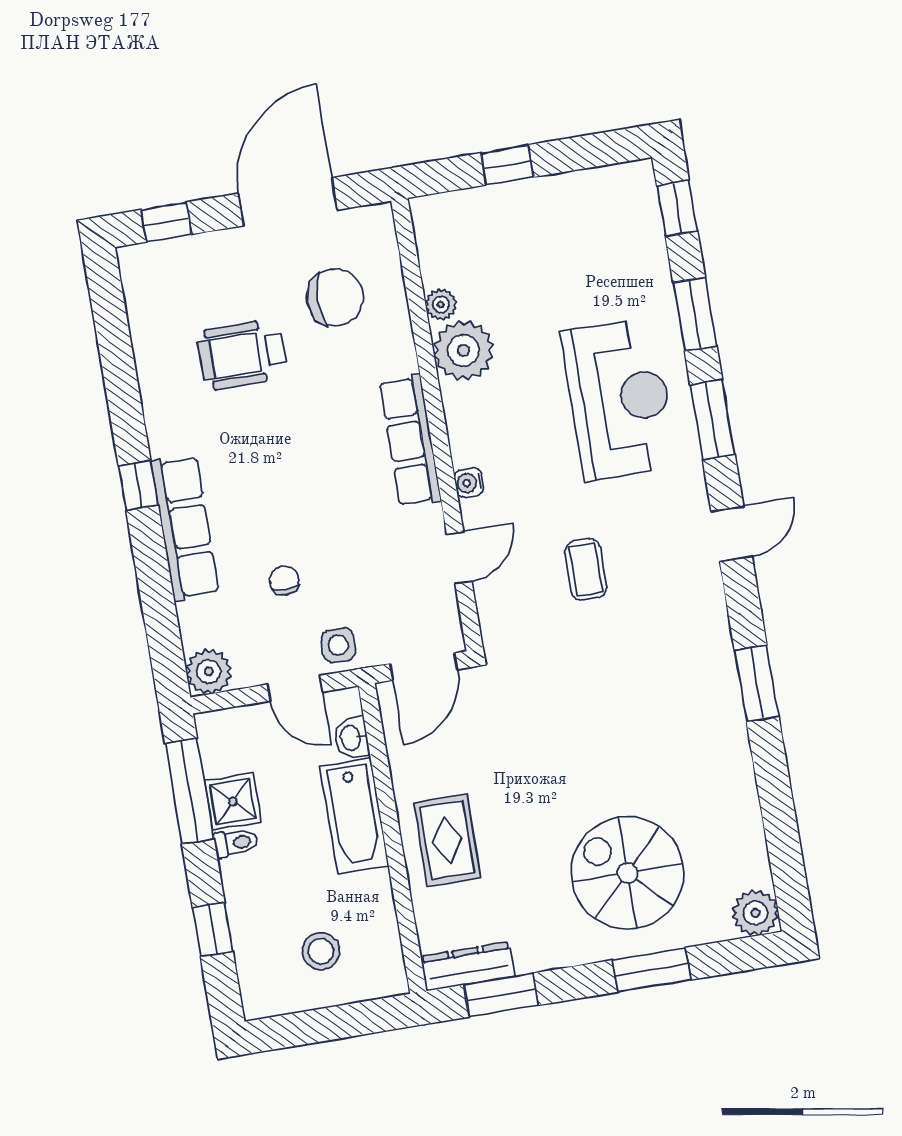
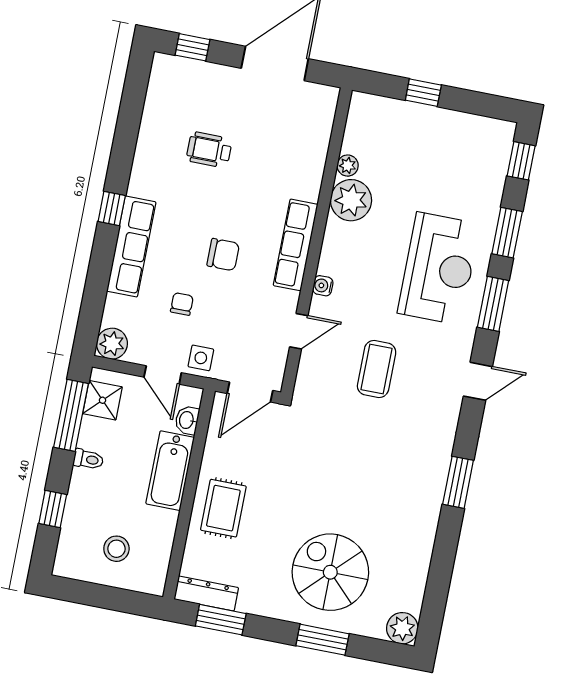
chair: (335, 297) -> (223, 255), moved, width x0.73, depth x0.73
wheelchair: (242, 354) -> (209, 150), width x0.73, depth x0.73
coffee table: (586, 569) -> (377, 369), width x1.36, depth x1.30
shower: (233, 801) -> (103, 400), moved

